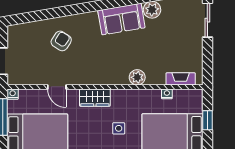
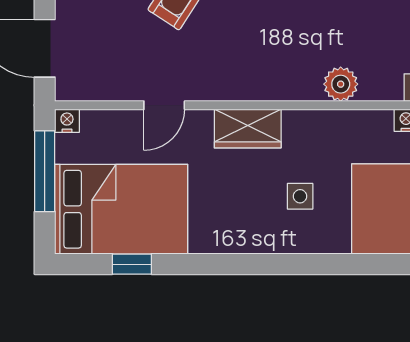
door: (57, 87) -> (164, 105), hinge flipped

